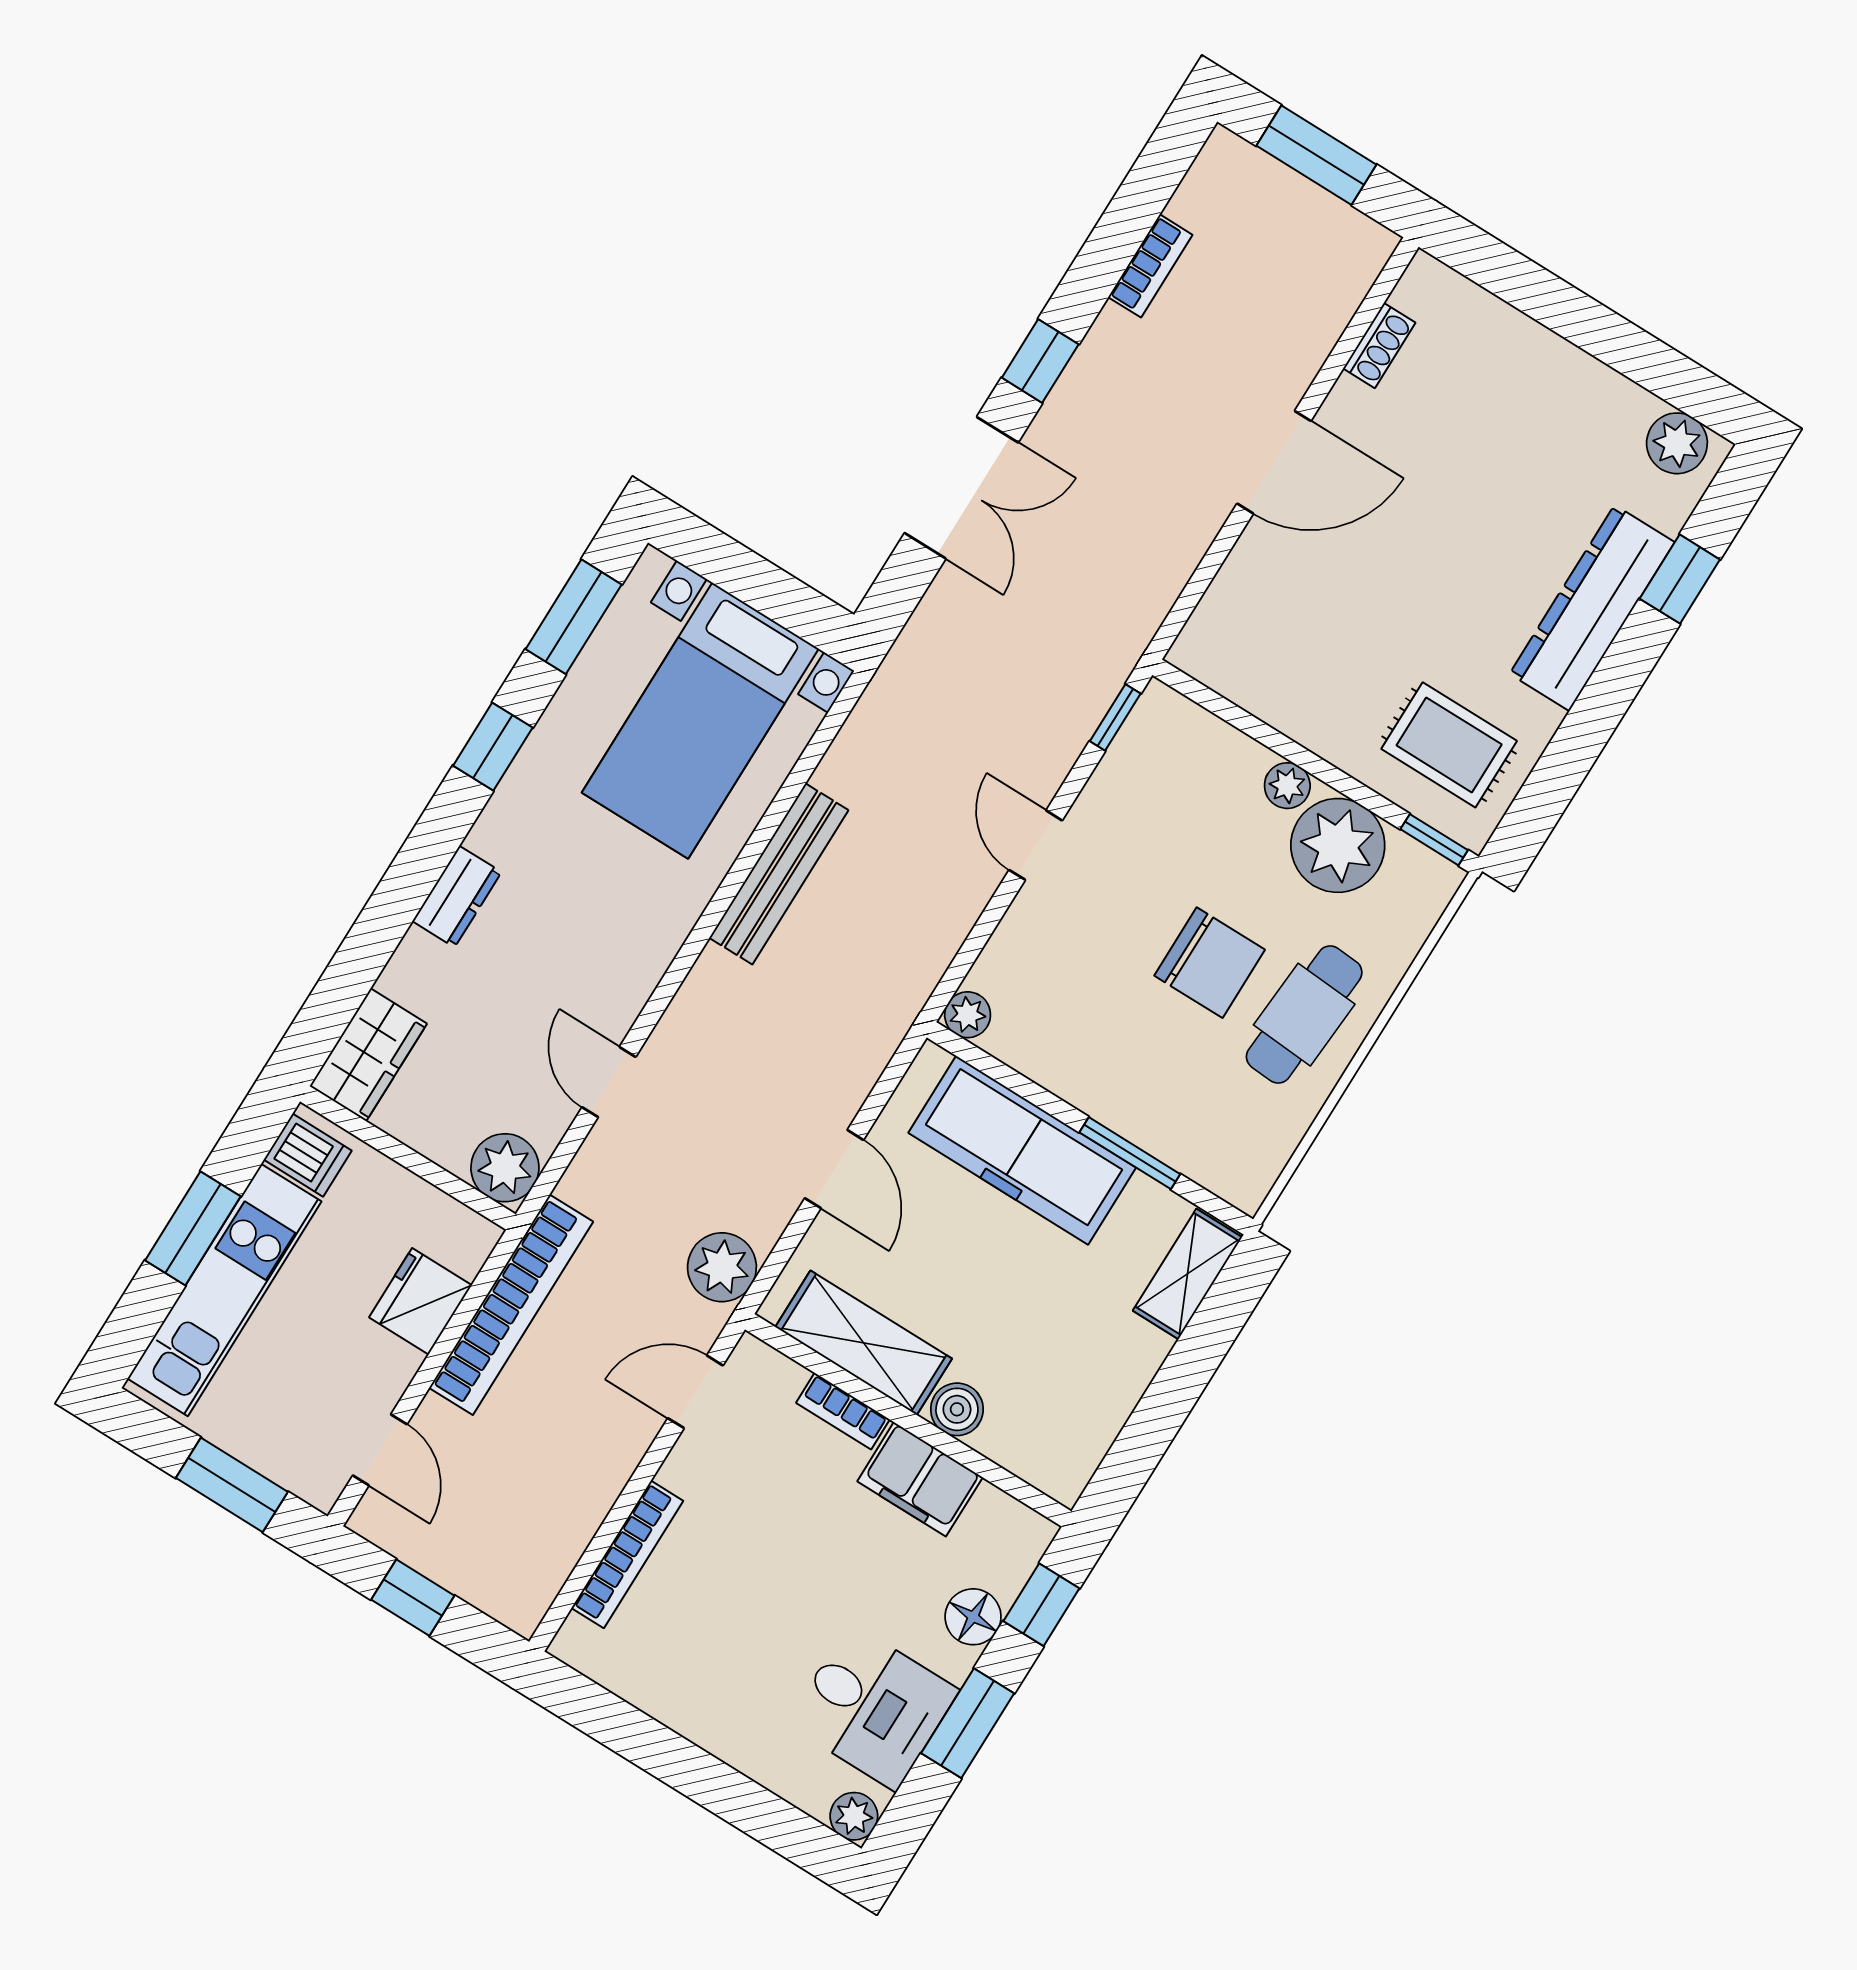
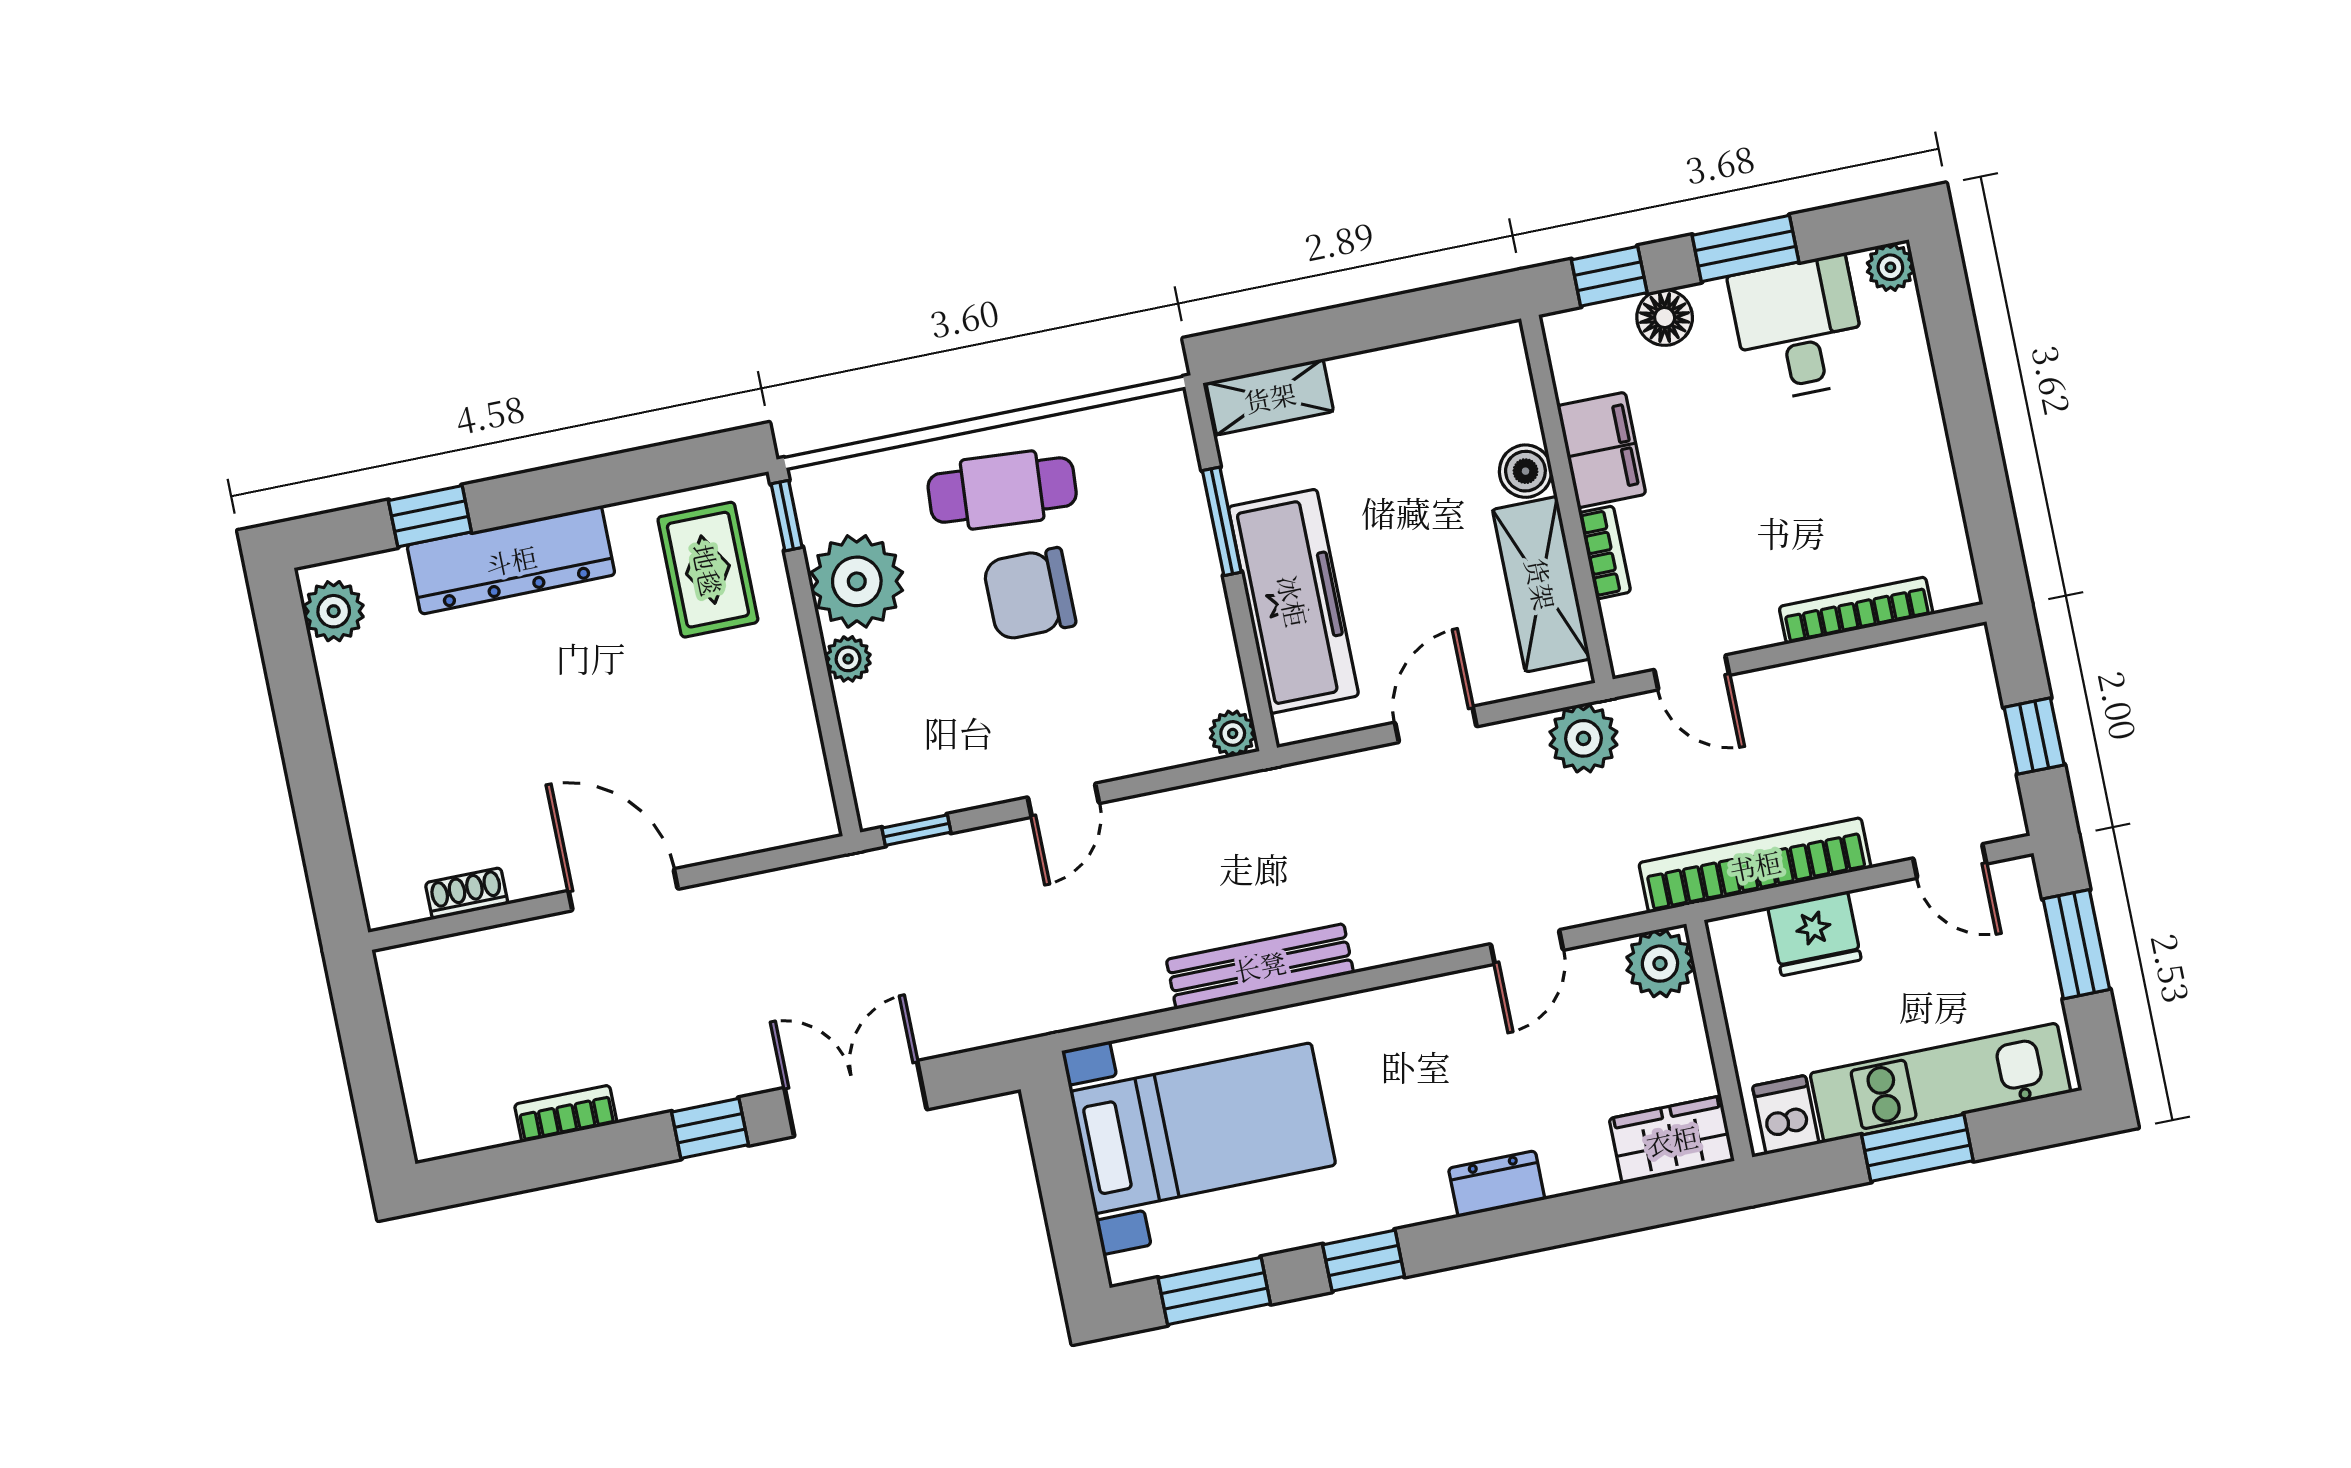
window: (1316, 155) -> (372, 1069), removed
chair: (1210, 963) -> (1029, 594), turned -90
door: (380, 1450) -> (1950, 861), swing flipped

